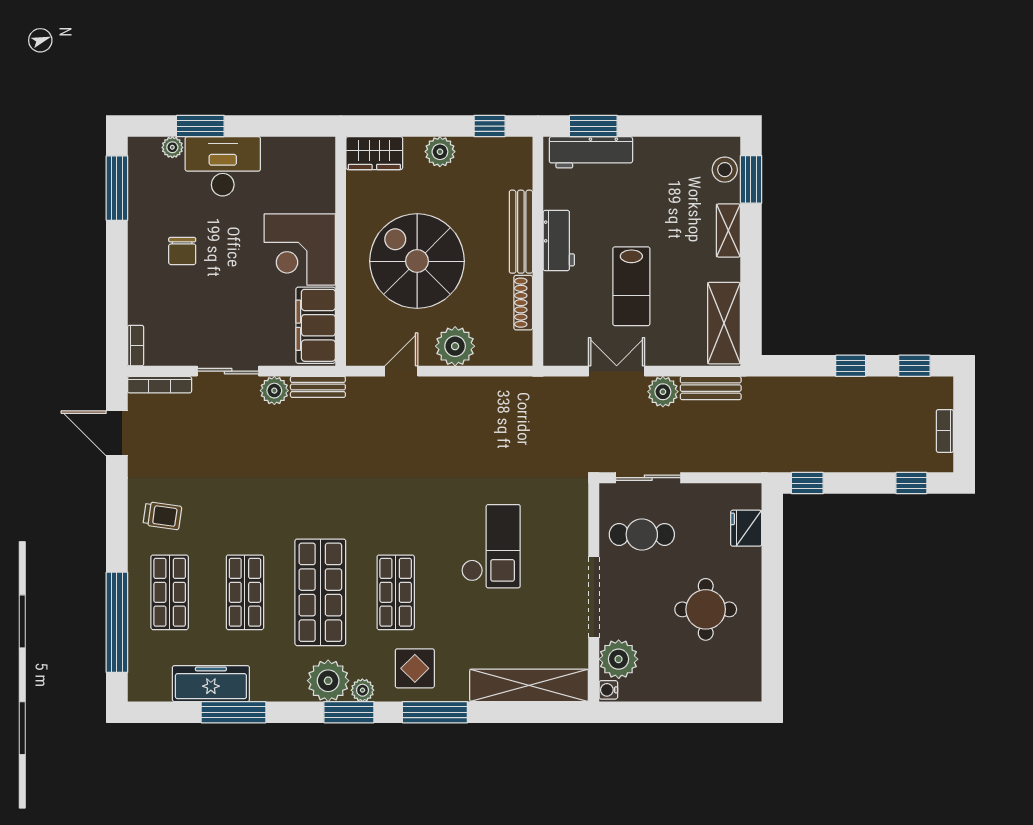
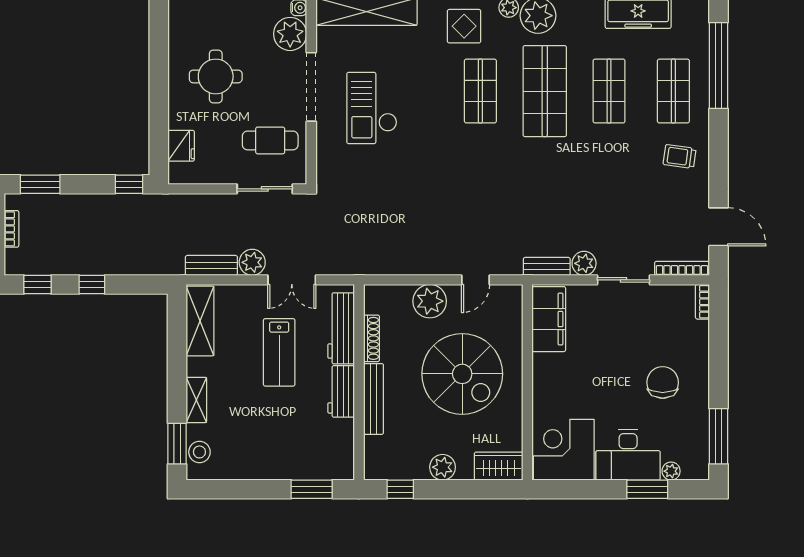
workbench: (591, 152) -> (341, 328), moved, turned -90
corner desk: (300, 250) -> (564, 450), moved, turned -90
chair: (182, 251) -> (663, 382), width x1.37, depth x1.37
lab bench: (631, 286) -> (279, 352), turned 180
window: (911, 483) -> (40, 184), width x1.50
checkout: (491, 546) -> (372, 108), moved

